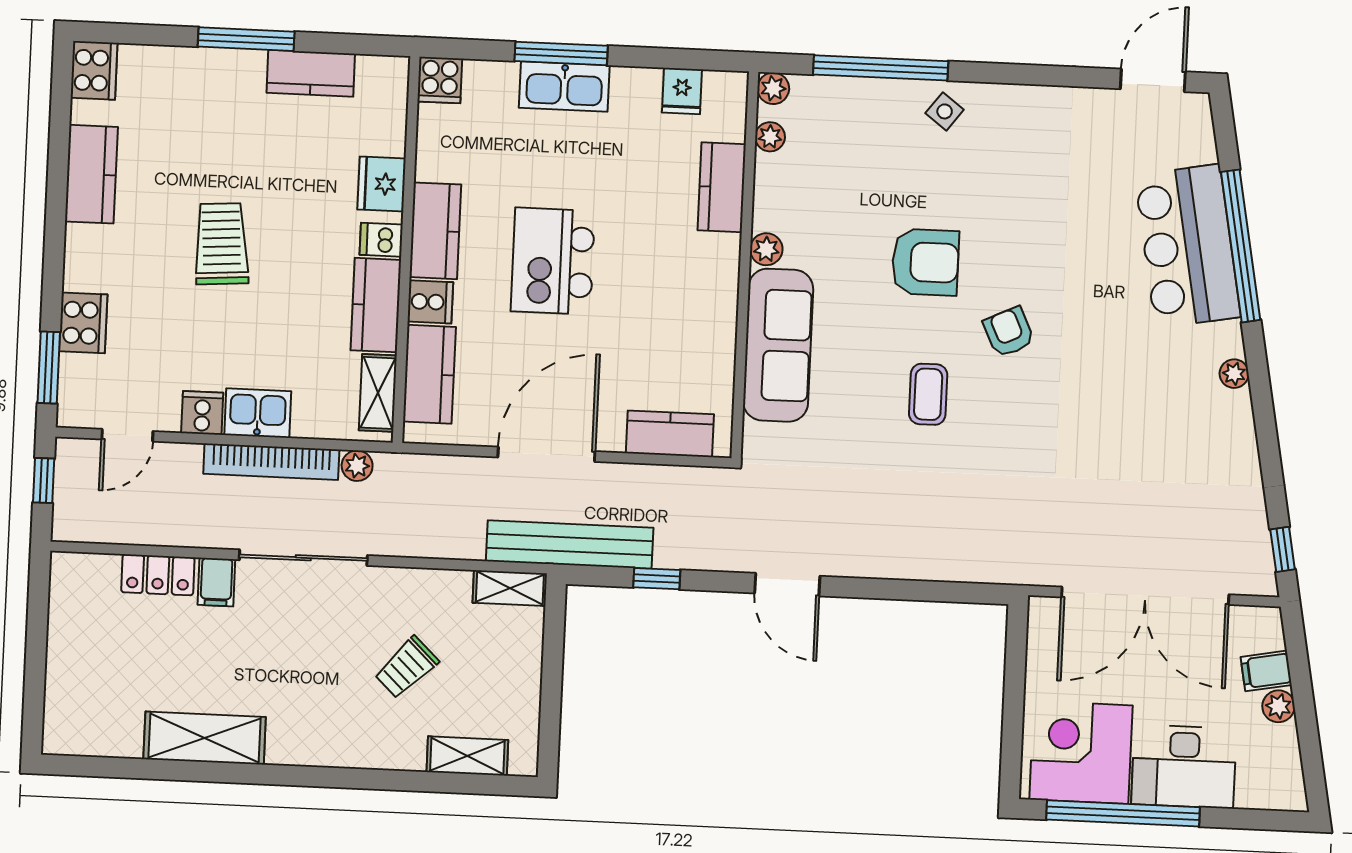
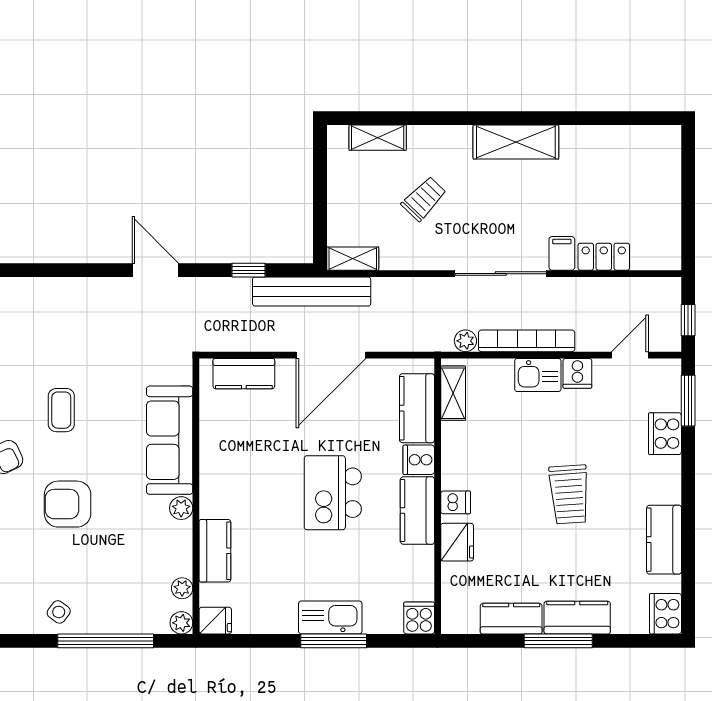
fridge: (682, 91) -> (215, 621), moved, turned 90
kitchen island: (553, 261) -> (333, 493), turned 180
kitchen counter: (376, 305) -> (577, 618), moved, turned -90
shelving: (205, 738) -> (516, 142), moved

